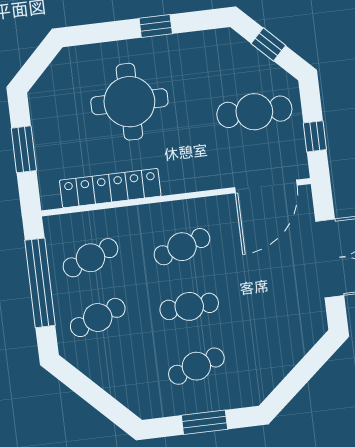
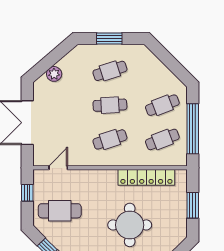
door: (266, 186) -> (58, 168), width x0.53
plant: (293, 349) -> (54, 74), added

